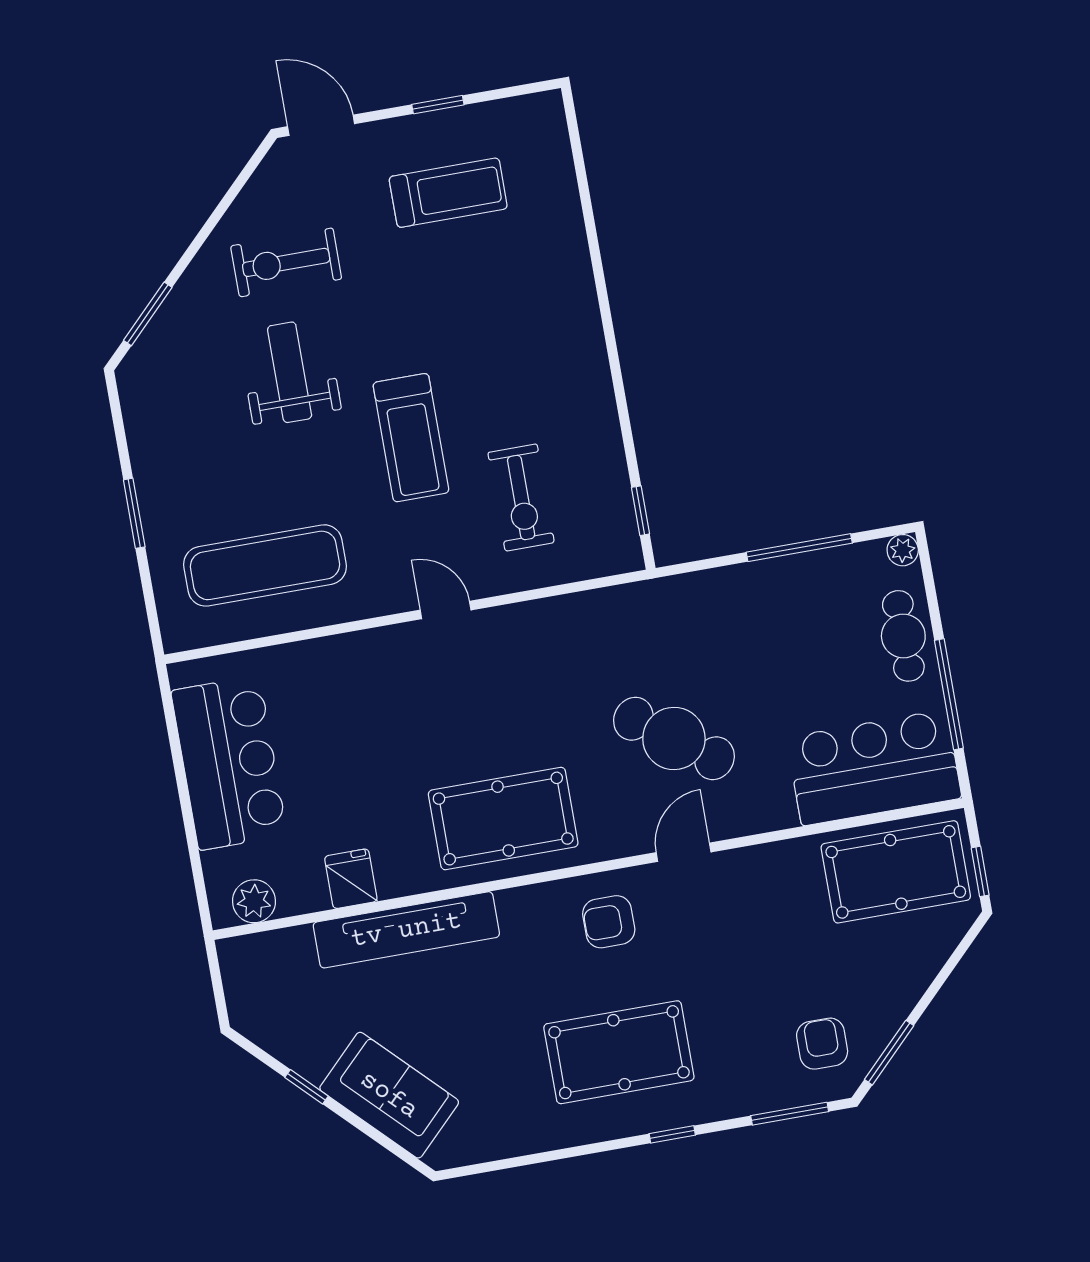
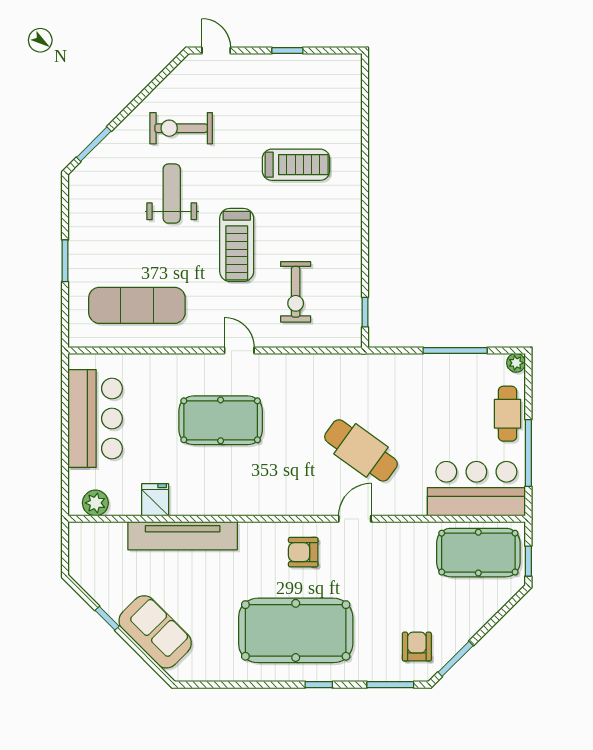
door: (321, 125) -> (216, 51), width x0.73
treadmill: (448, 193) -> (296, 165), moved
pool table: (503, 819) -> (221, 420), moved
pool table: (619, 1052) -> (296, 630), width x1.36, depth x1.32

